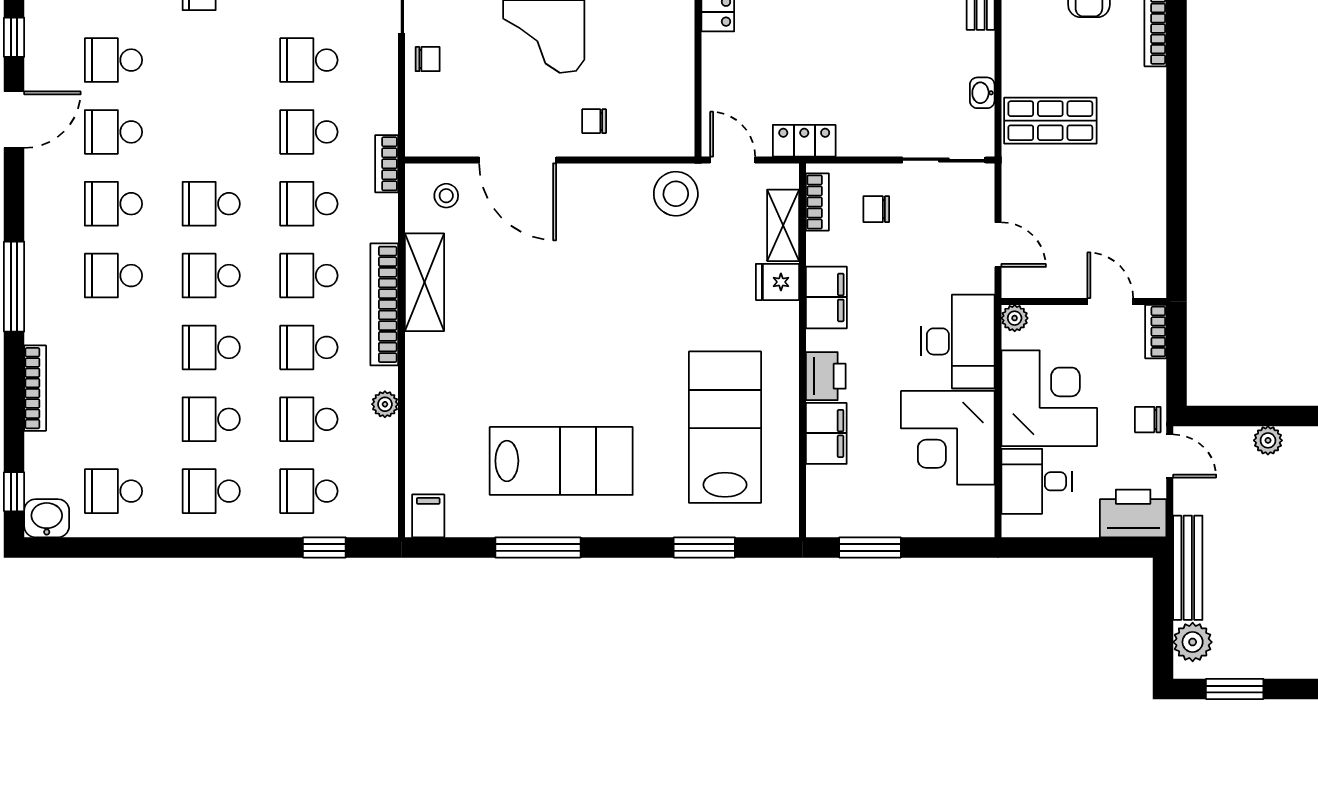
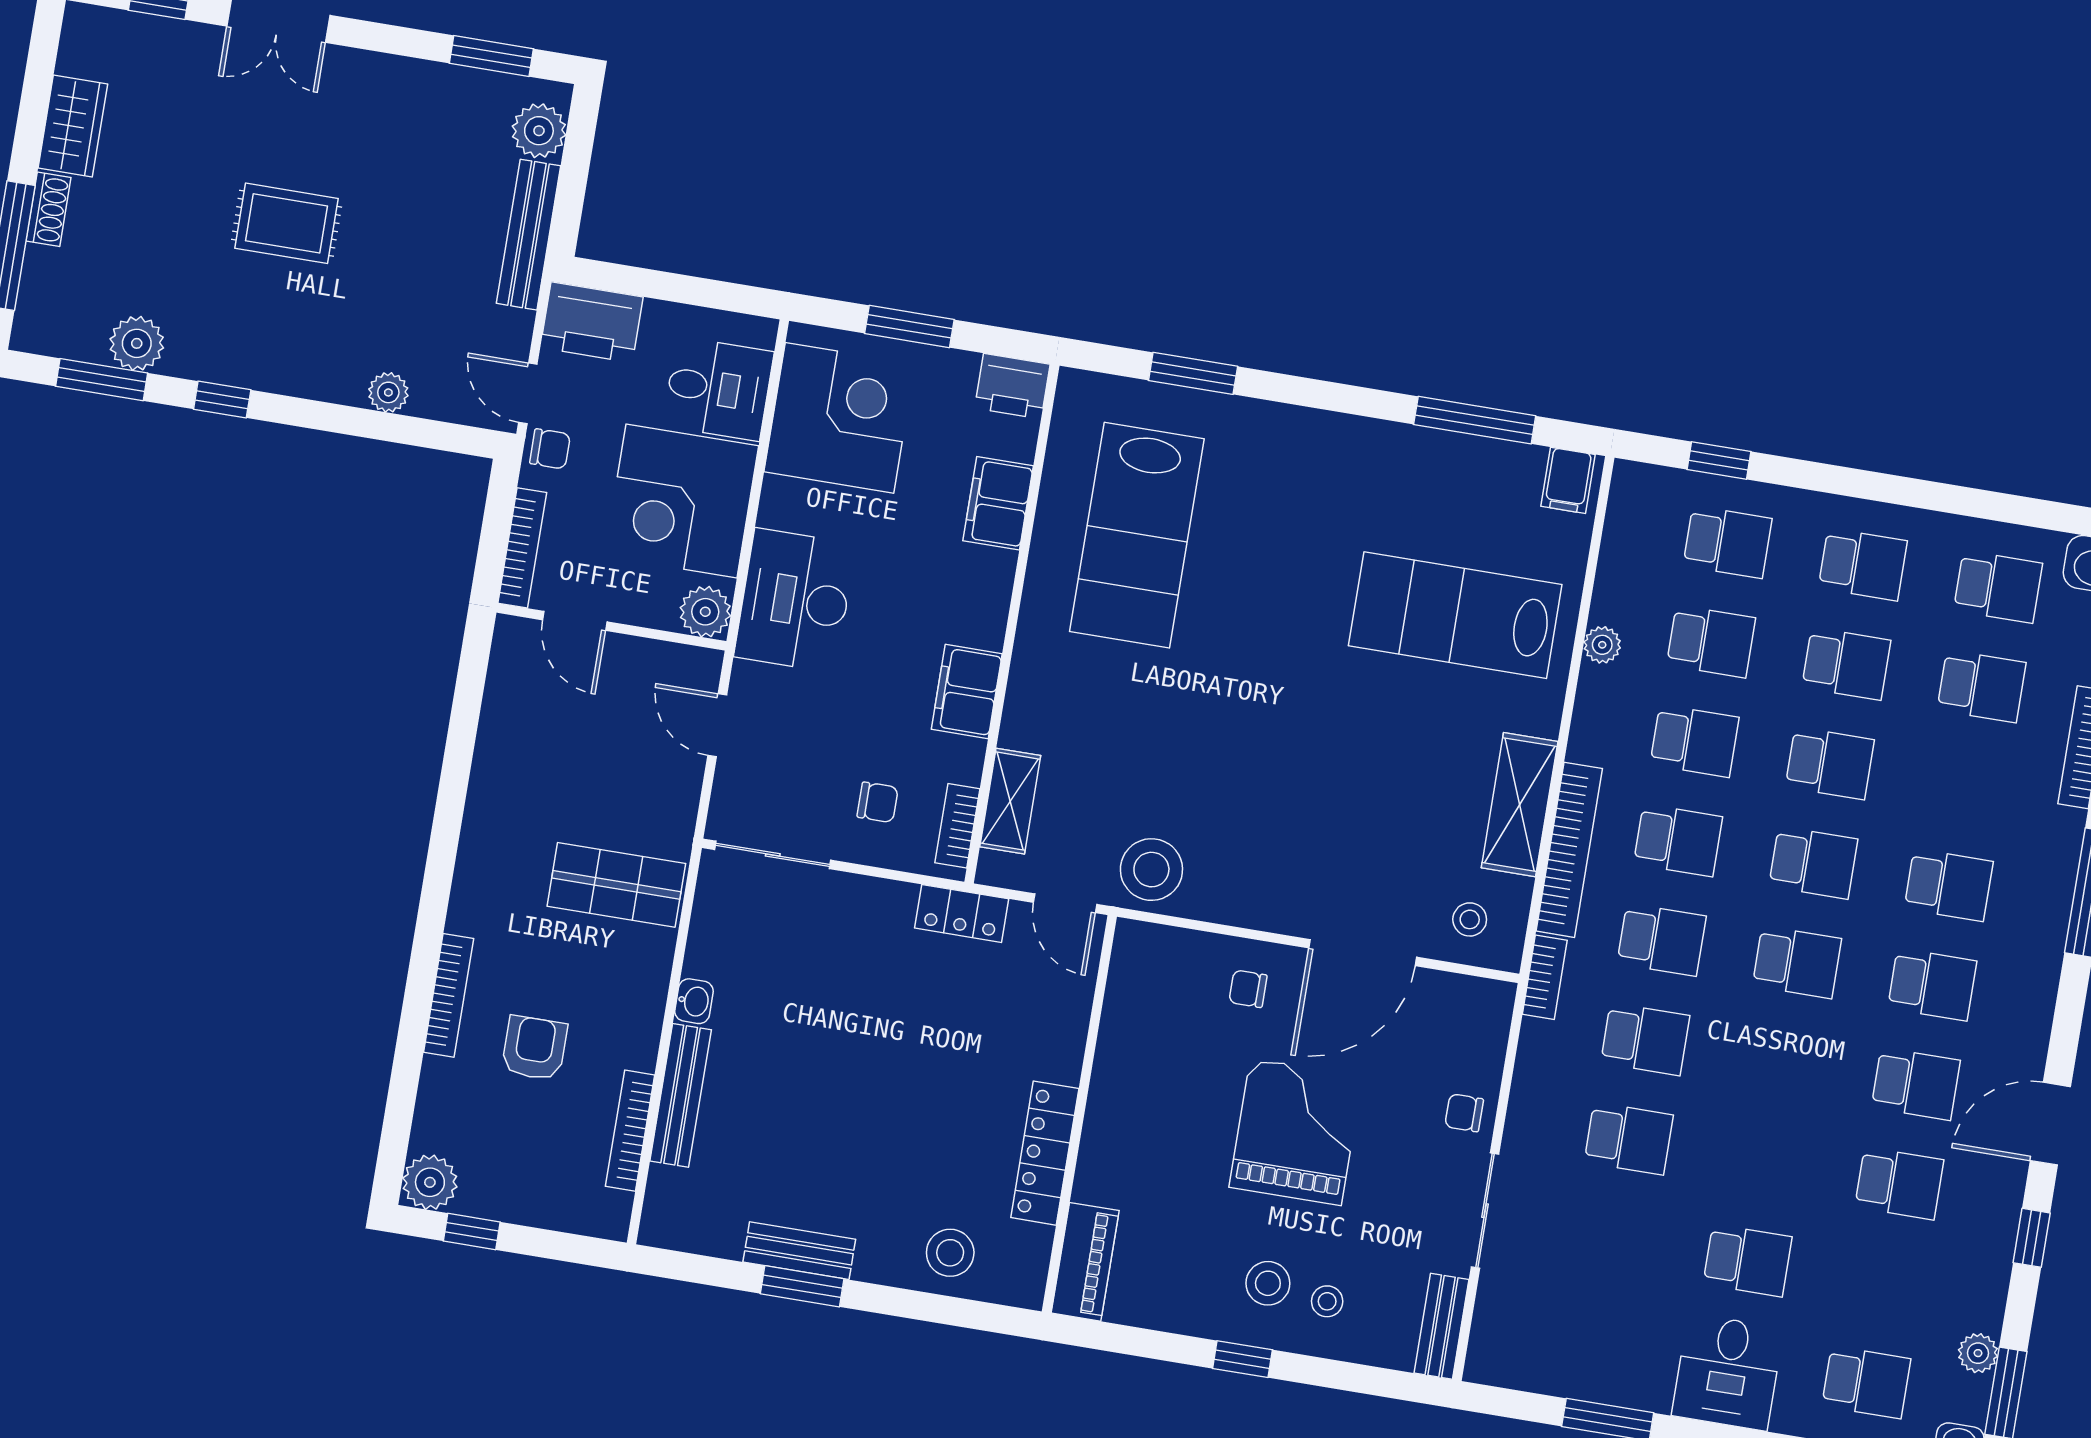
washbasin: (982, 93) -> (694, 1001), moved
chair: (594, 121) -> (1248, 989), turned 180
door: (518, 160) -> (1363, 953), swing flipped
fridge: (778, 282) -> (1031, 724), removed
bookcase: (384, 304) -> (1569, 850), moved
plant: (1015, 318) -> (705, 612), width x1.38, depth x1.38
bookcase: (1156, 332) -> (522, 548), width x1.56
printer: (826, 376) -> (1012, 386), moved, turned -90
school desk: (113, 419) -> (1982, 686), added
corner desk: (948, 438) -> (840, 418), moved
lab bench: (561, 461) -> (1455, 615), moved
window: (538, 547) -> (1475, 420), moved
window: (870, 547) -> (909, 326), moved

